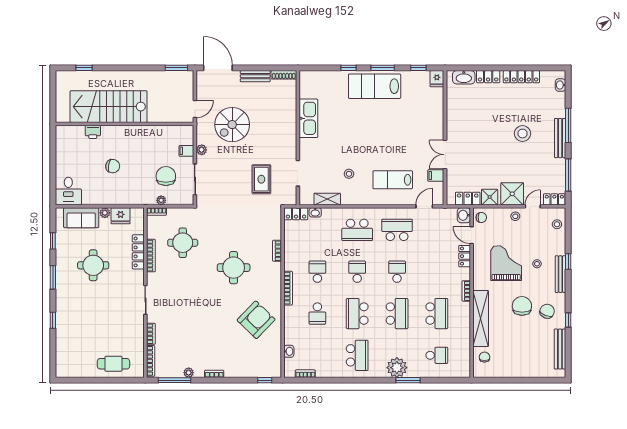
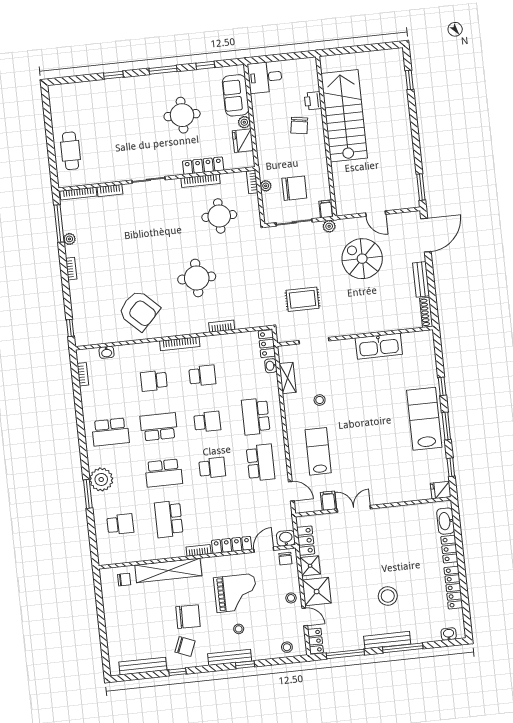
stairs: (109, 107) -> (344, 116), moved
wall: (125, 124) -> (326, 136), moved
printer: (93, 132) -> (313, 101), moved
locker: (465, 256) -> (232, 545), width x1.53
school desk: (437, 314) -> (169, 519), turned 90
school desk: (437, 355) -> (120, 524), turned -90

